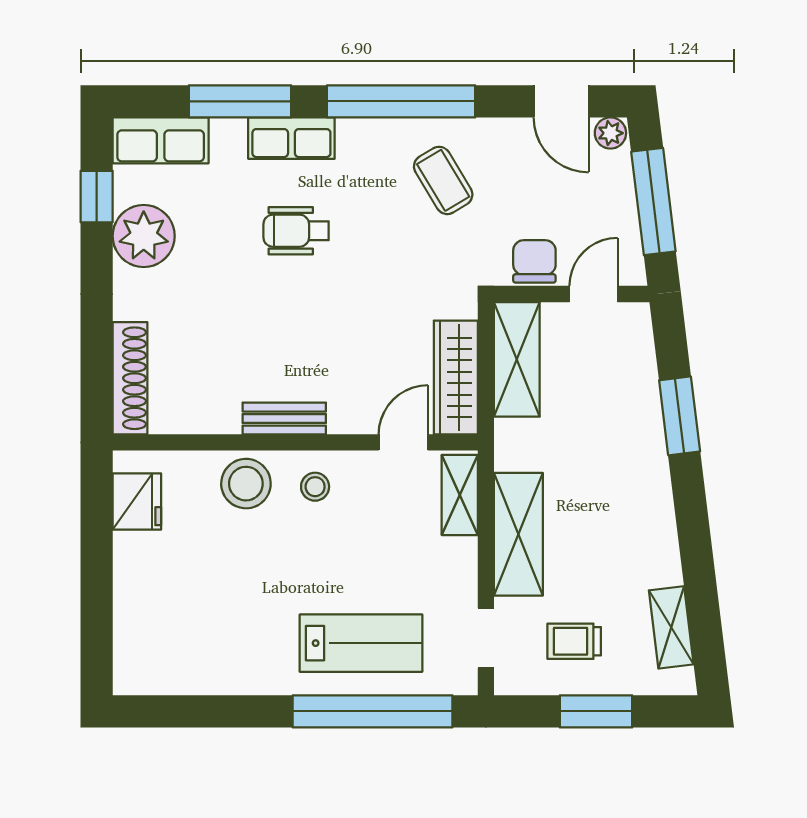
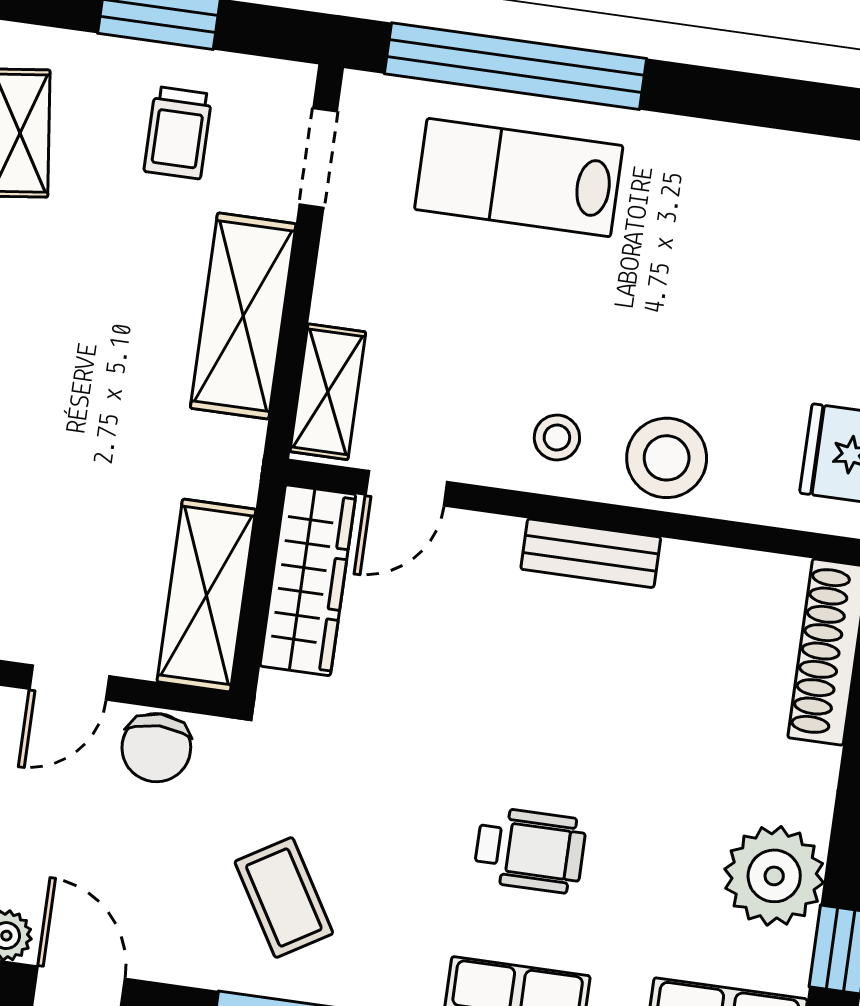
trolley: (574, 641) -> (178, 133), turned 90

